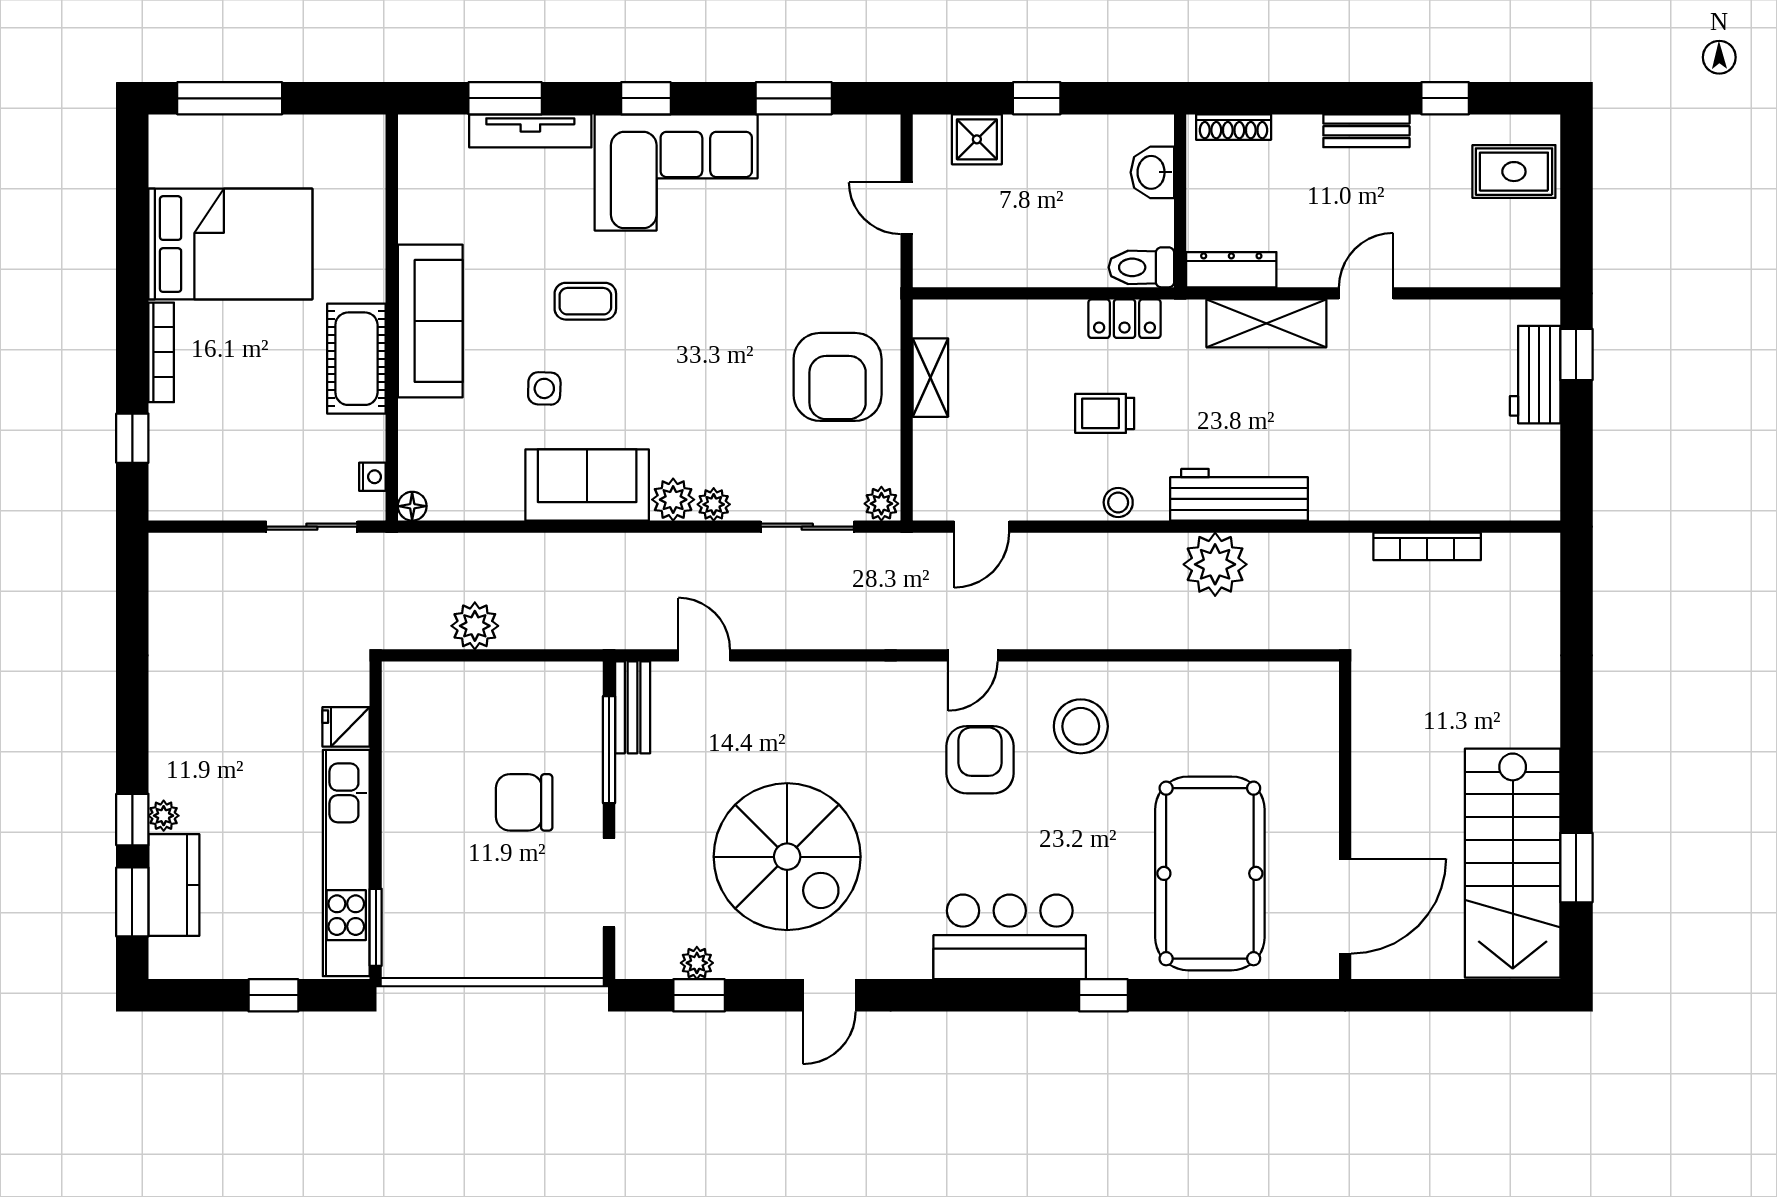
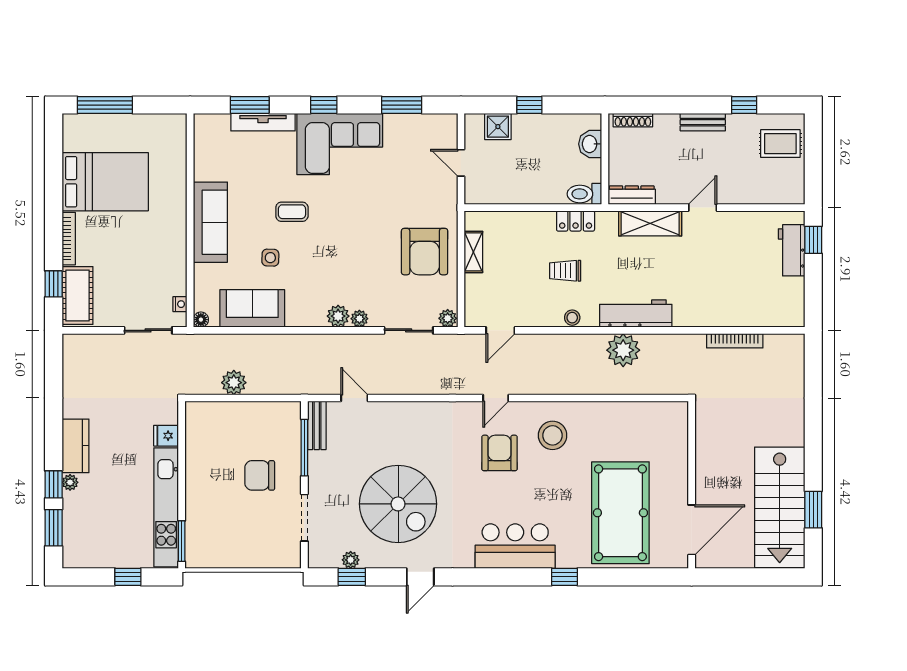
cot: (356, 359) -> (77, 296), moved
sofa: (587, 485) -> (252, 308), moved
kitchen counter: (174, 885) -> (75, 446), moved

